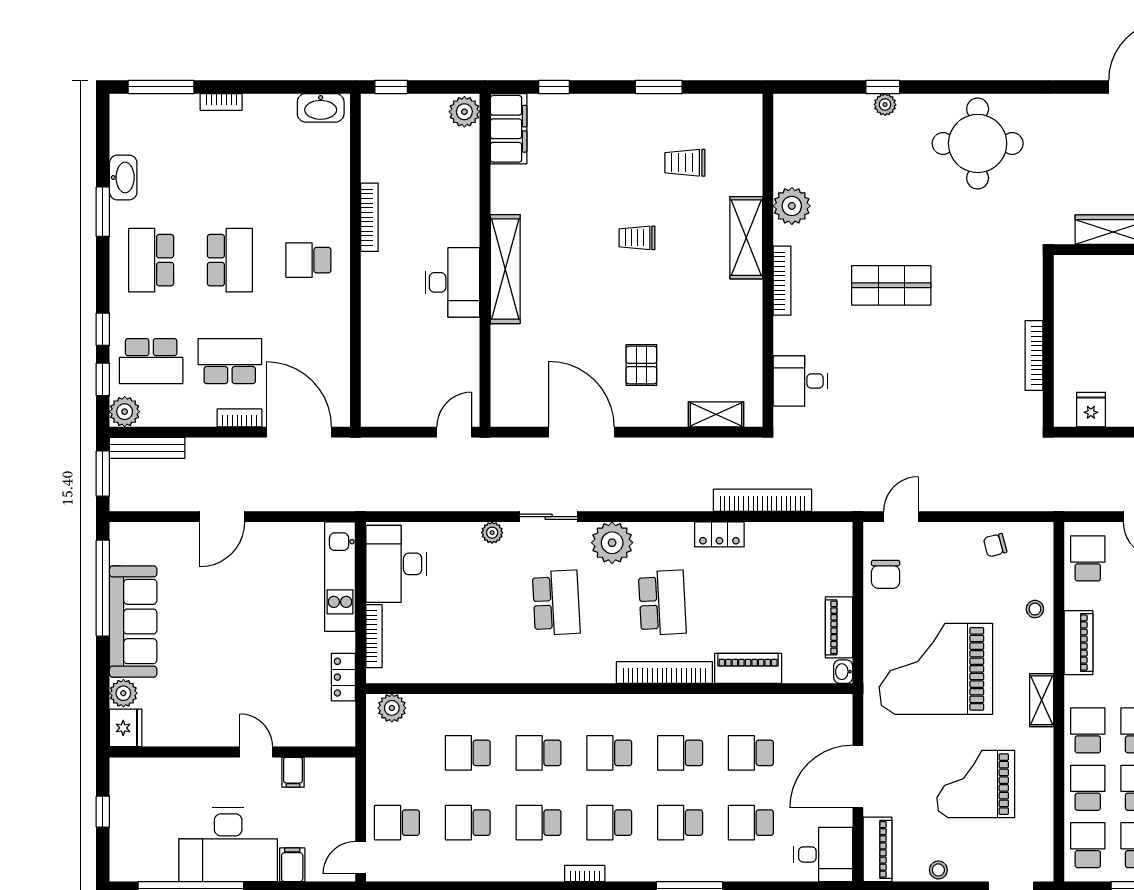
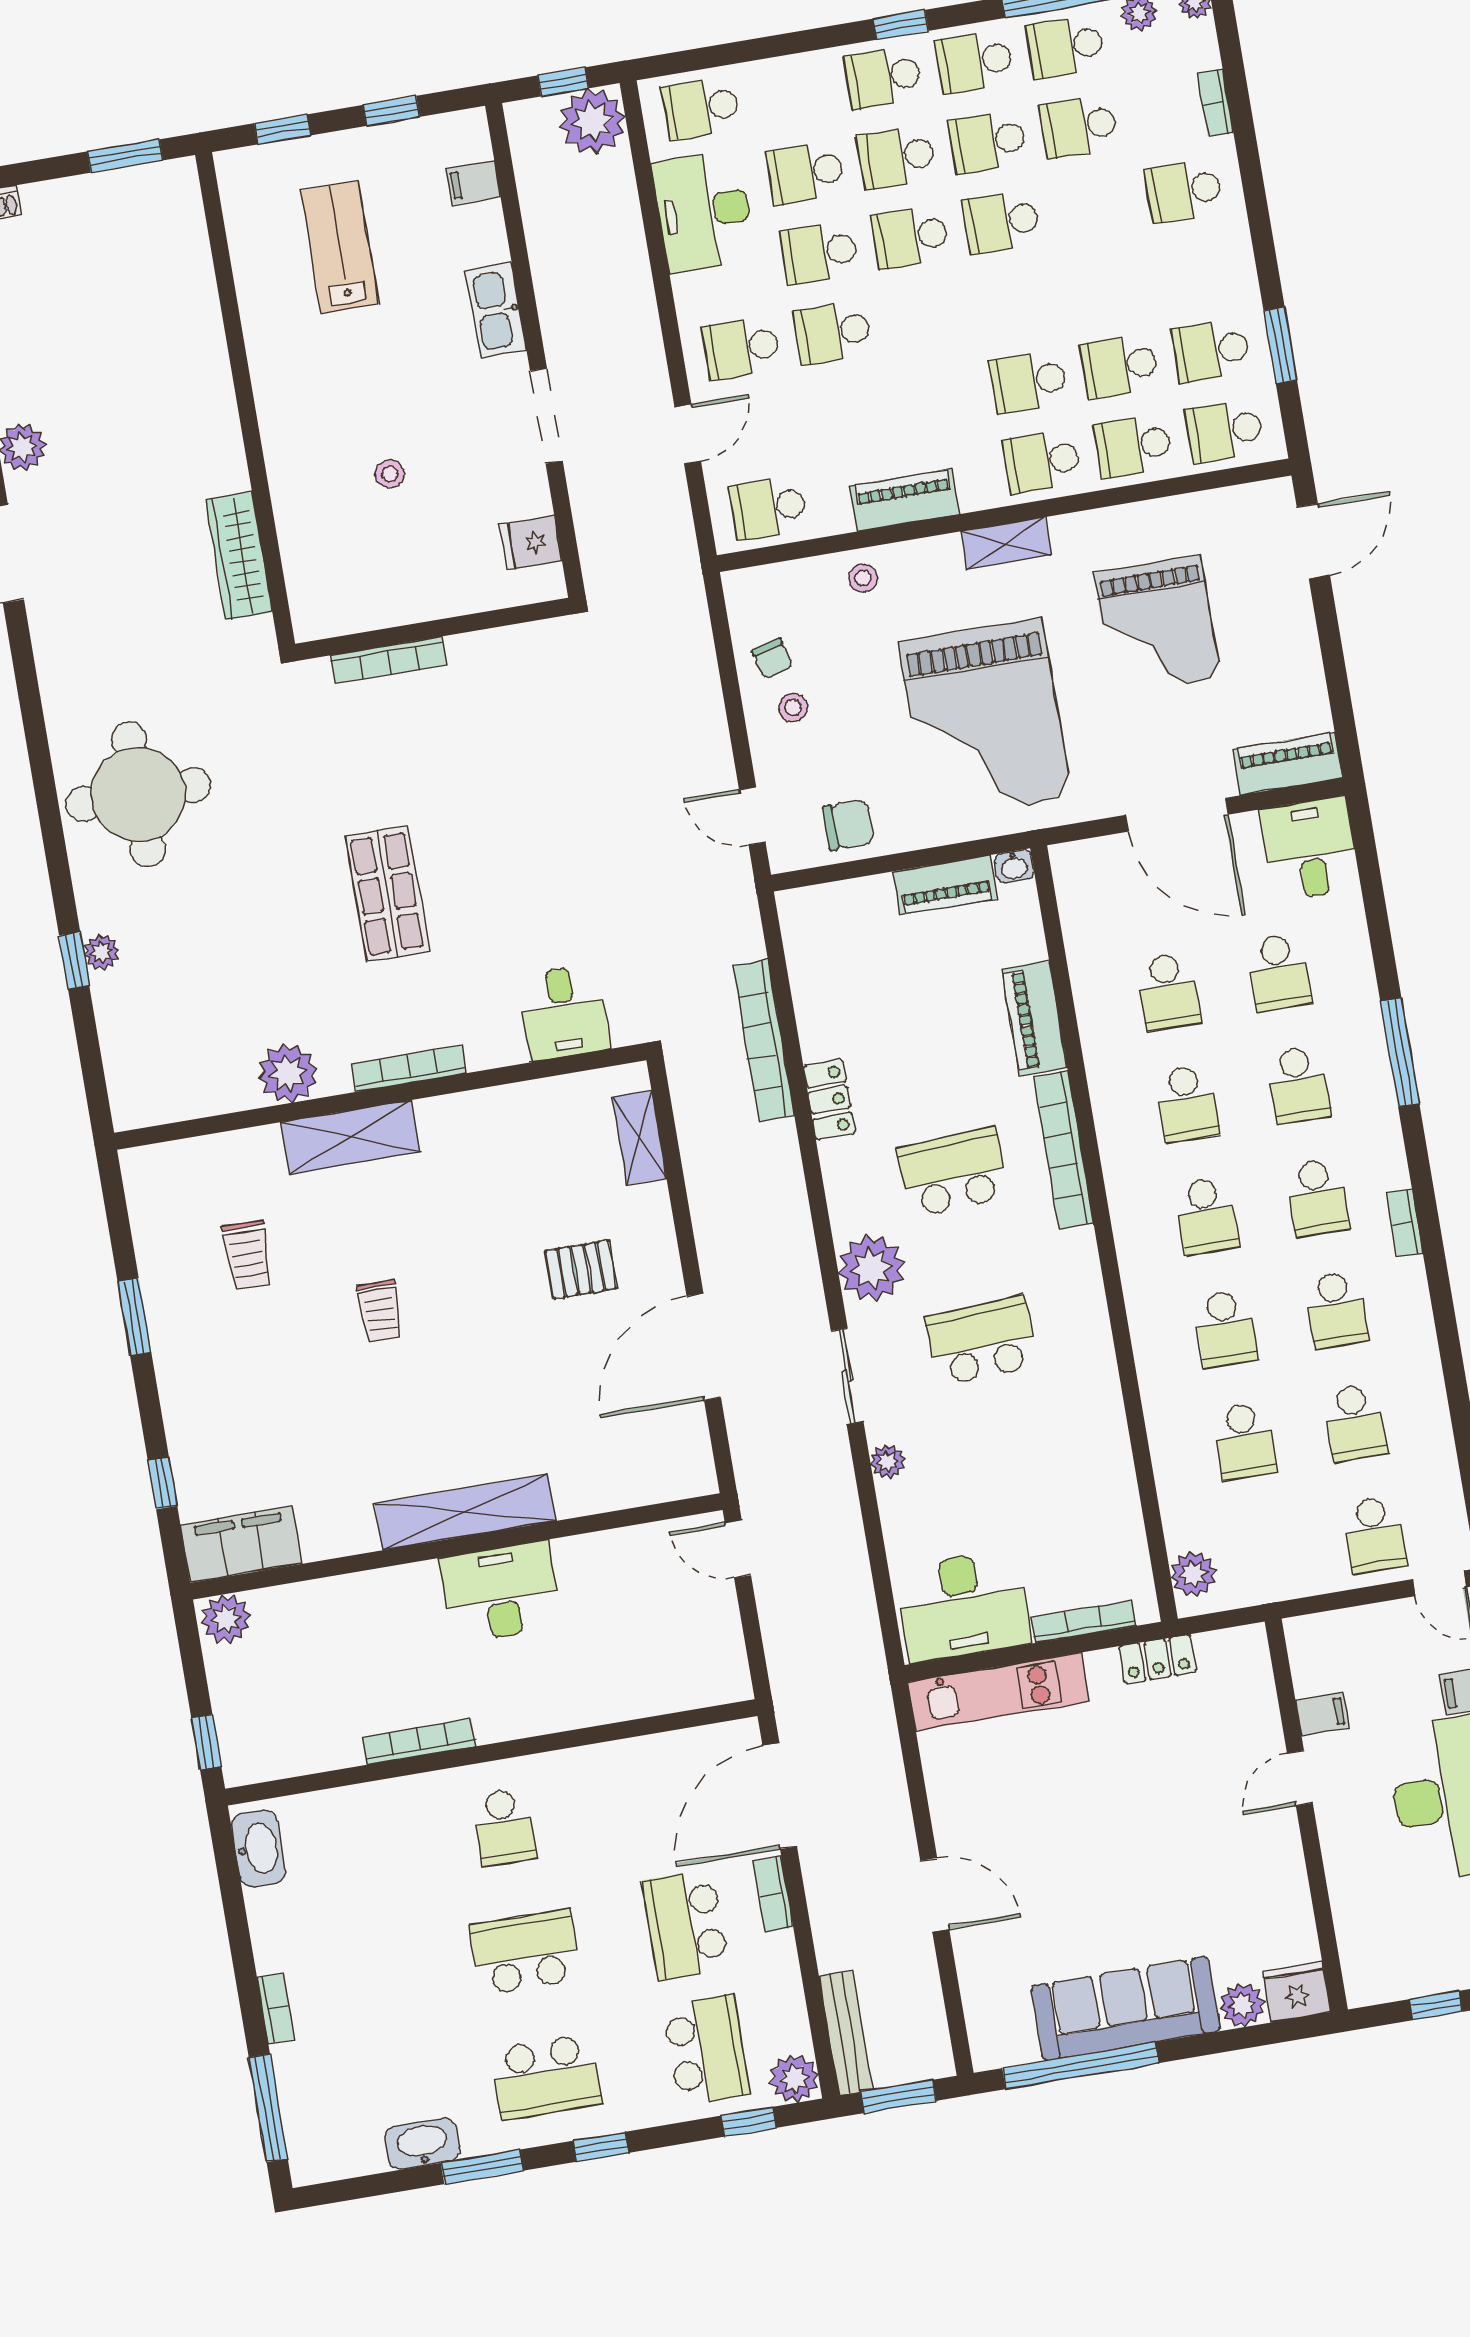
window: (103, 329) -> (601, 2147), moved
bookcase: (1034, 356) -> (389, 660), moved
stool: (938, 870) -> (793, 708), moved

